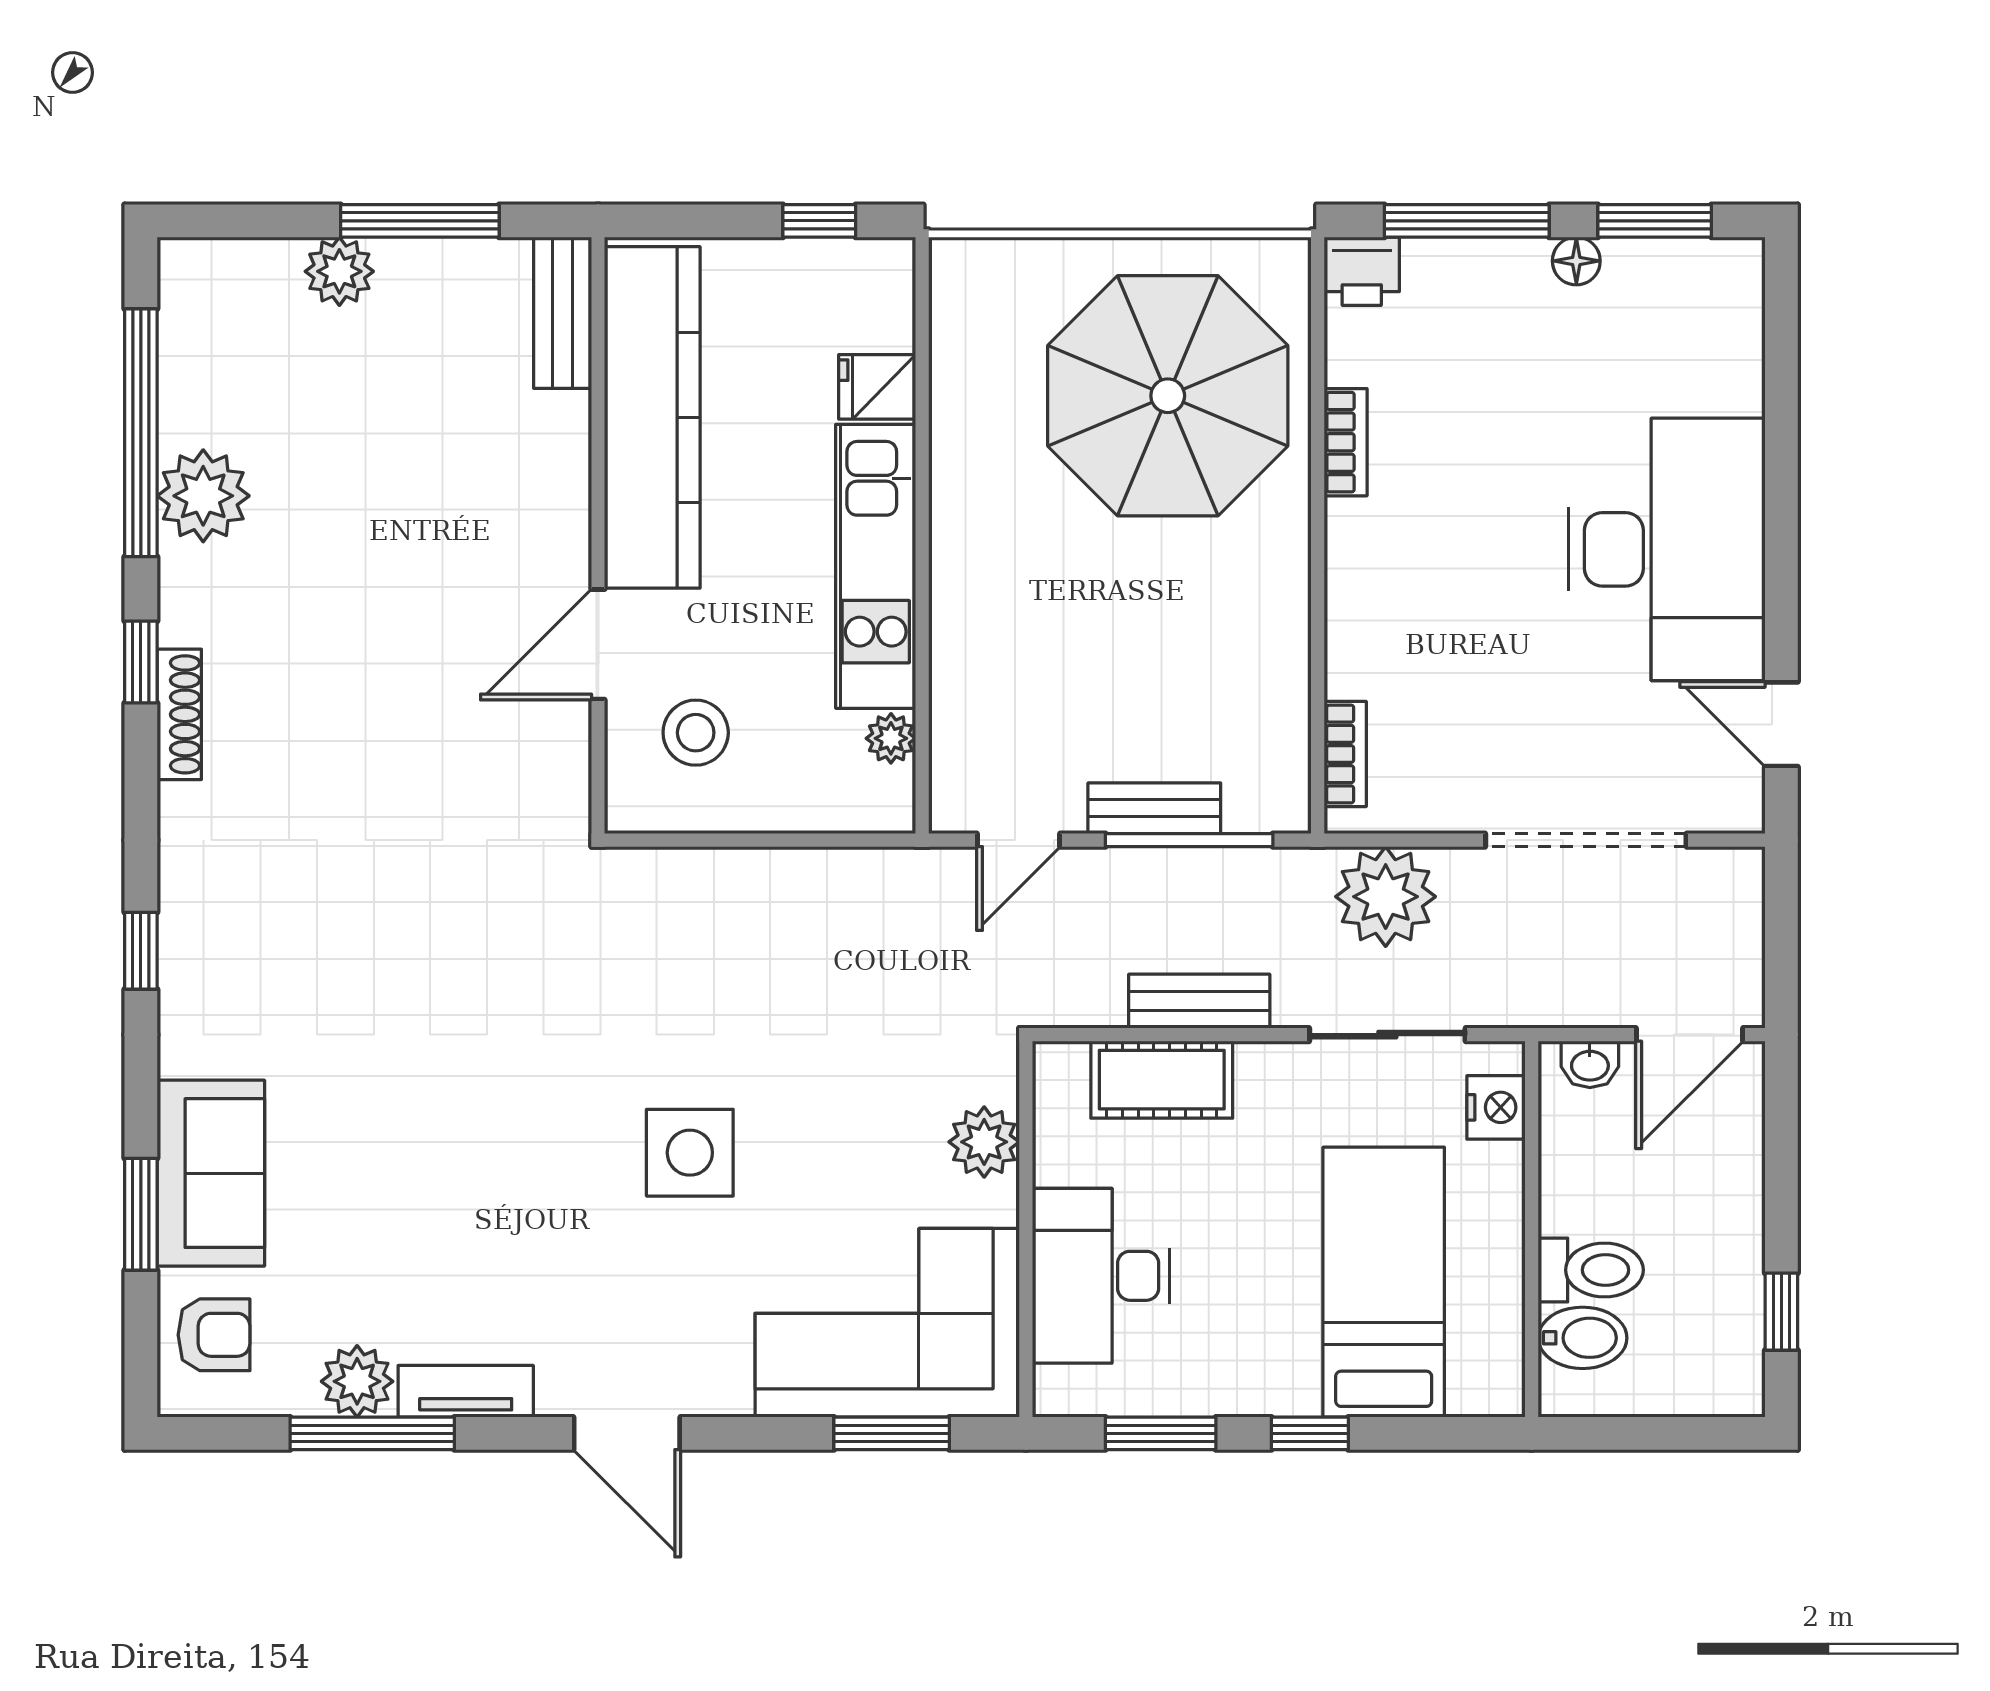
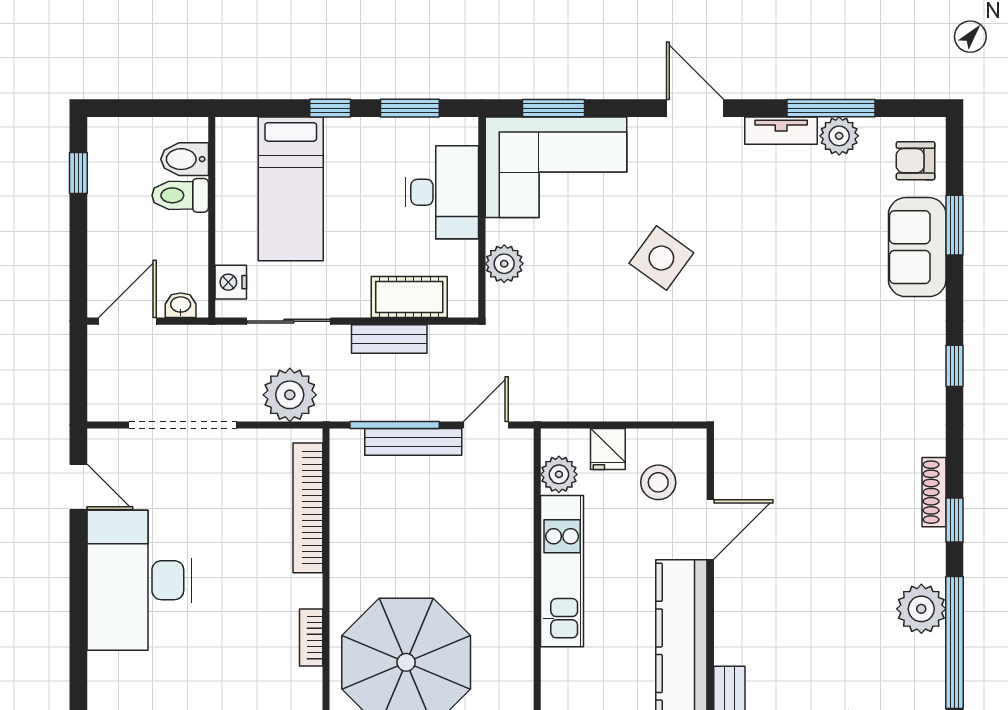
fridge: (877, 387) -> (608, 449), moved, turned 90
plant: (891, 738) -> (559, 474), width x1.38, depth x1.38
bookcase: (1345, 754) -> (308, 508), width x2.31, depth x1.31
bench: (1154, 808) -> (413, 442), width x1.36
side table: (690, 1153) -> (661, 258), turned 36

